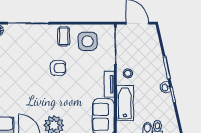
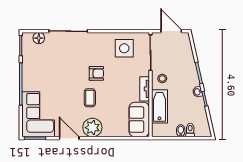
coffee table: (64, 36) -> (90, 98), moved

